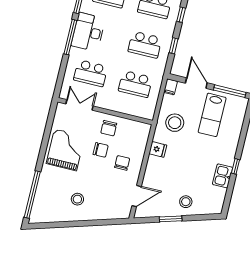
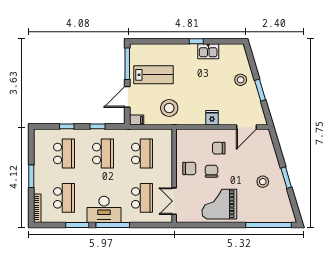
fridge: (158, 149) -> (212, 118), moved
door: (137, 196) -> (246, 127), swing flipped
window: (76, 224) -> (286, 178), added

